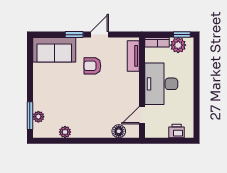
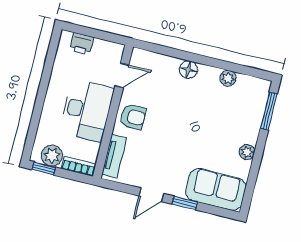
armchair: (92, 66) -> (133, 117), moved
plant: (38, 117) -> (247, 152), moved
floor lamp: (119, 131) -> (188, 70), moved

